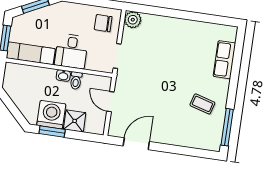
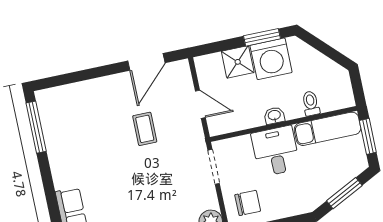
toilet: (76, 81) -> (311, 103), moved
coffee table: (202, 104) -> (145, 129), moved, turned 74

